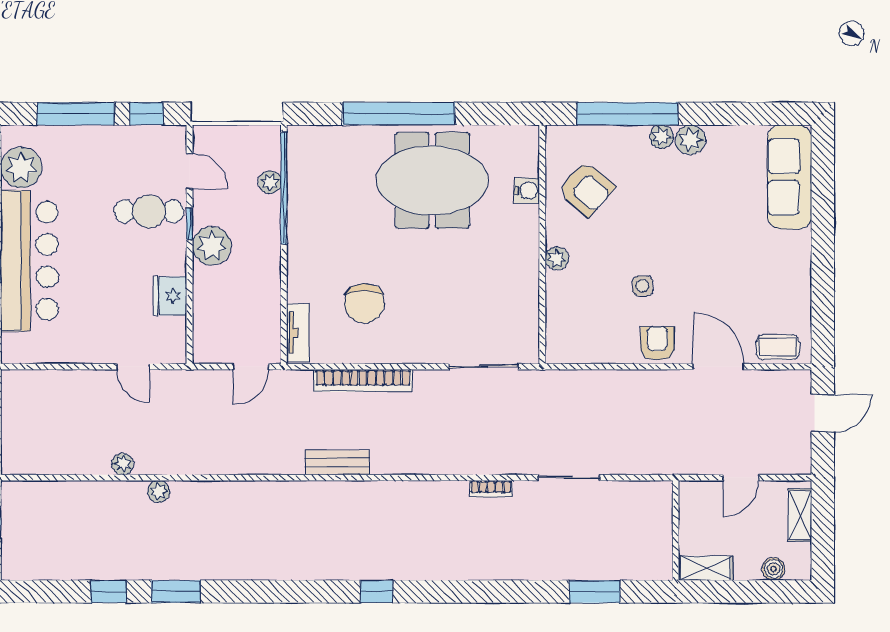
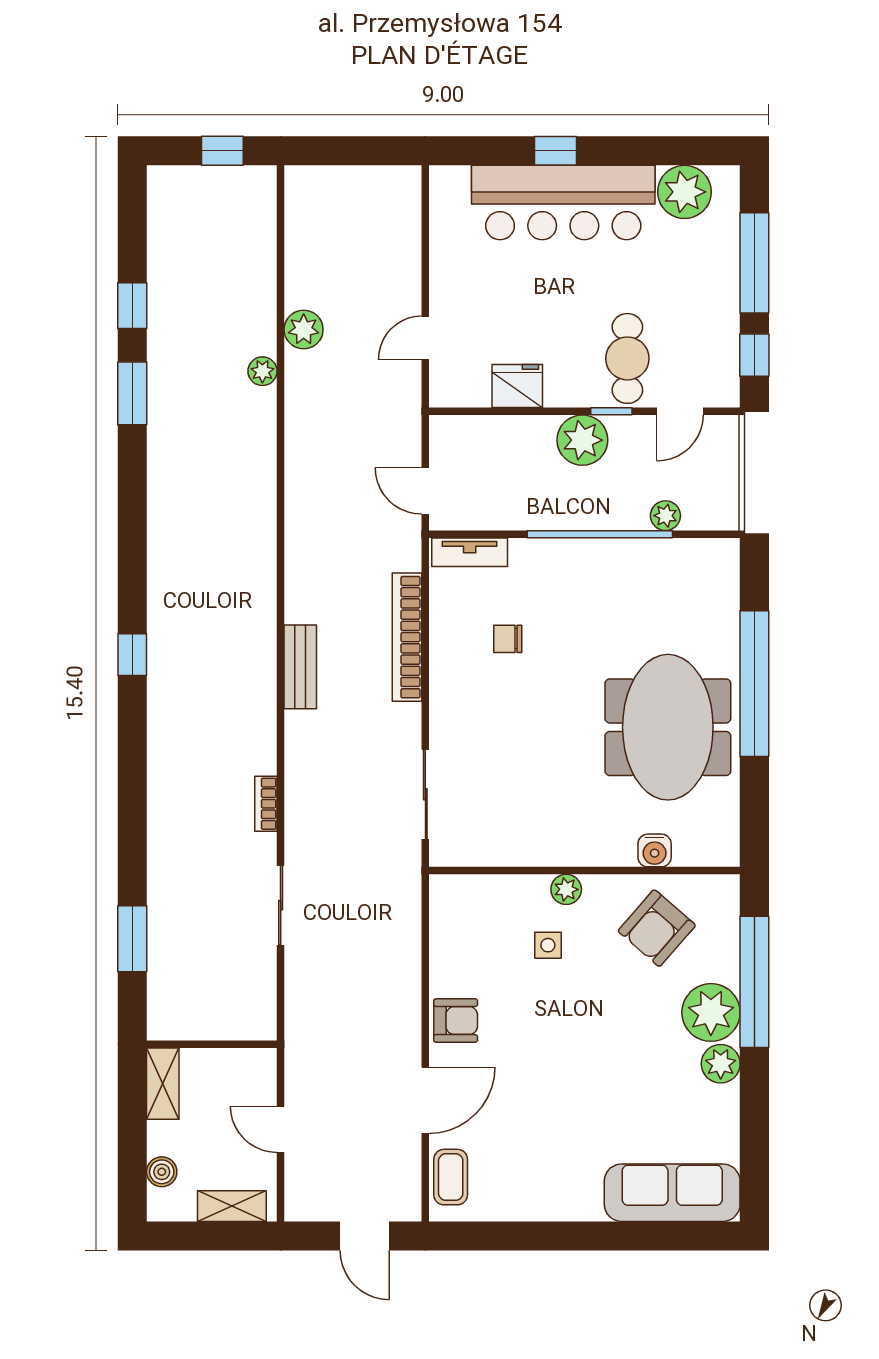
plant: (662, 137) -> (711, 1012), width x1.88, depth x1.88
window: (284, 188) -> (600, 534), moved
side table: (643, 286) -> (548, 945), moved
chair: (364, 303) -> (508, 639), width x0.54, depth x0.54
bench: (337, 463) -> (300, 667), moved
plant: (123, 464) -> (304, 330), width x1.38, depth x1.38

